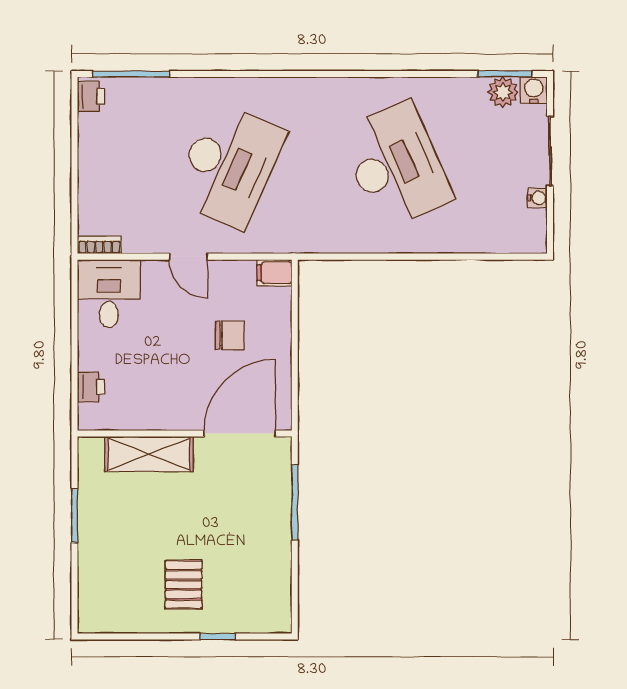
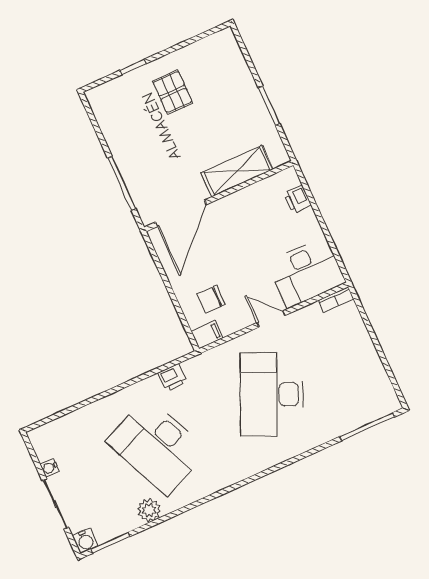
plant: (503, 92) -> (149, 510), moved
printer: (91, 96) -> (172, 377), moved, turned -90
desk: (109, 293) -> (306, 273), width x1.37
chair: (230, 335) -> (211, 299), moved

